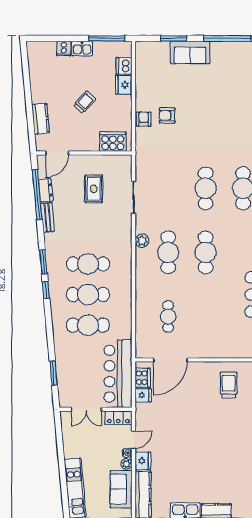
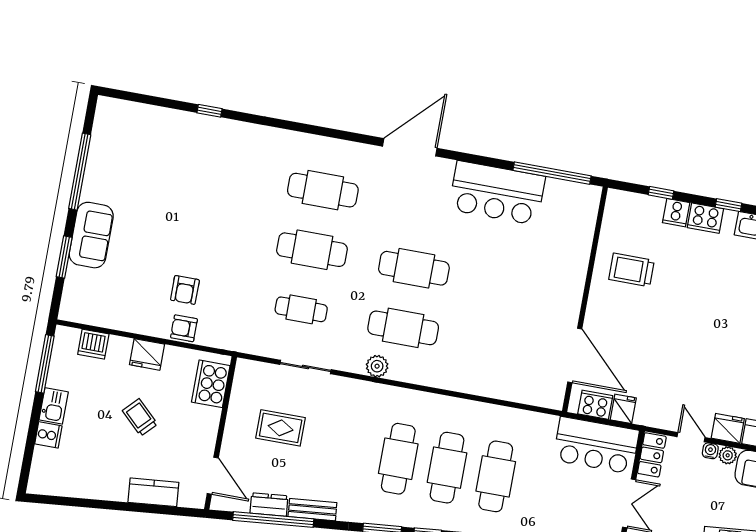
fridge: (124, 85) -> (147, 354), moved
cafe table: (168, 316) -> (301, 309), moved
bar counter: (118, 374) -> (596, 445), width x0.73

